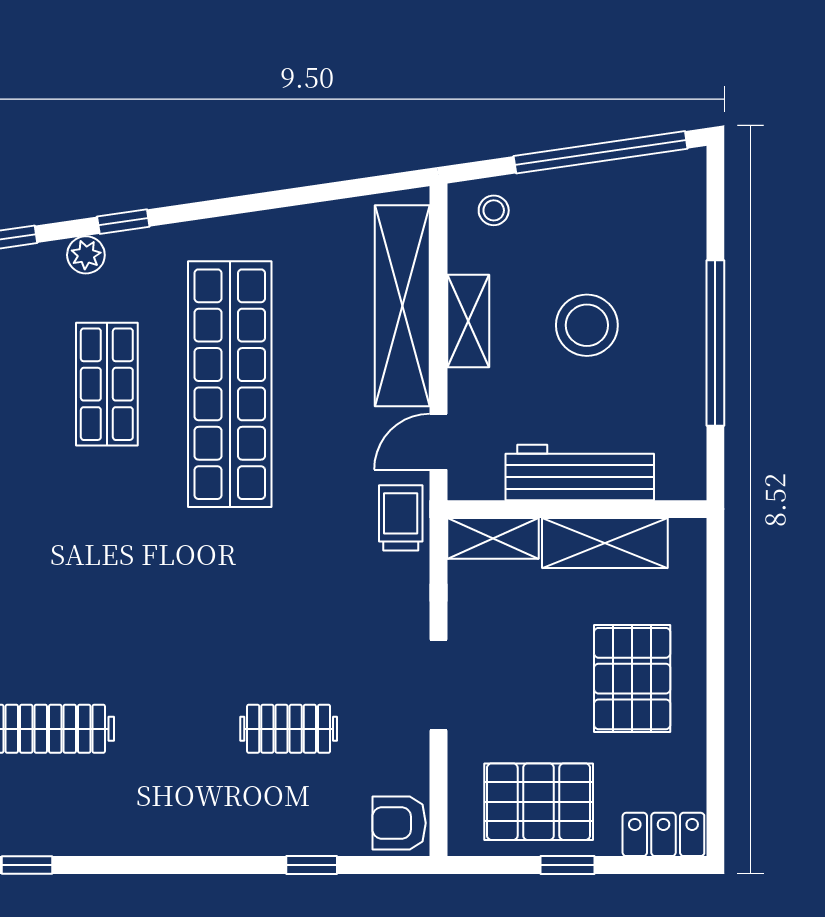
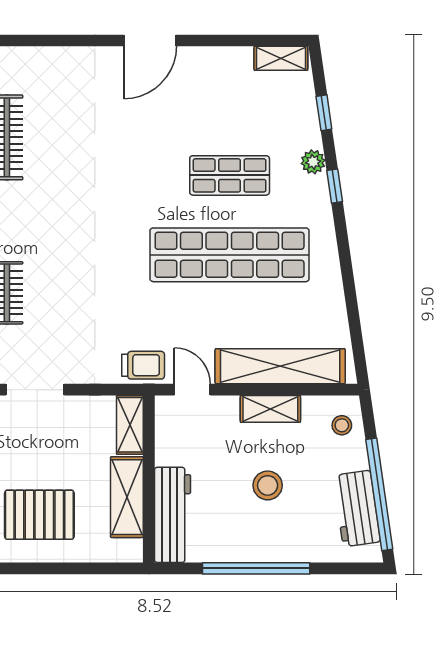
workbench: (623, 187) -> (357, 509), added
stool: (587, 325) -> (268, 485), width x0.73, depth x0.73
workbench: (580, 472) -> (173, 515), moved

